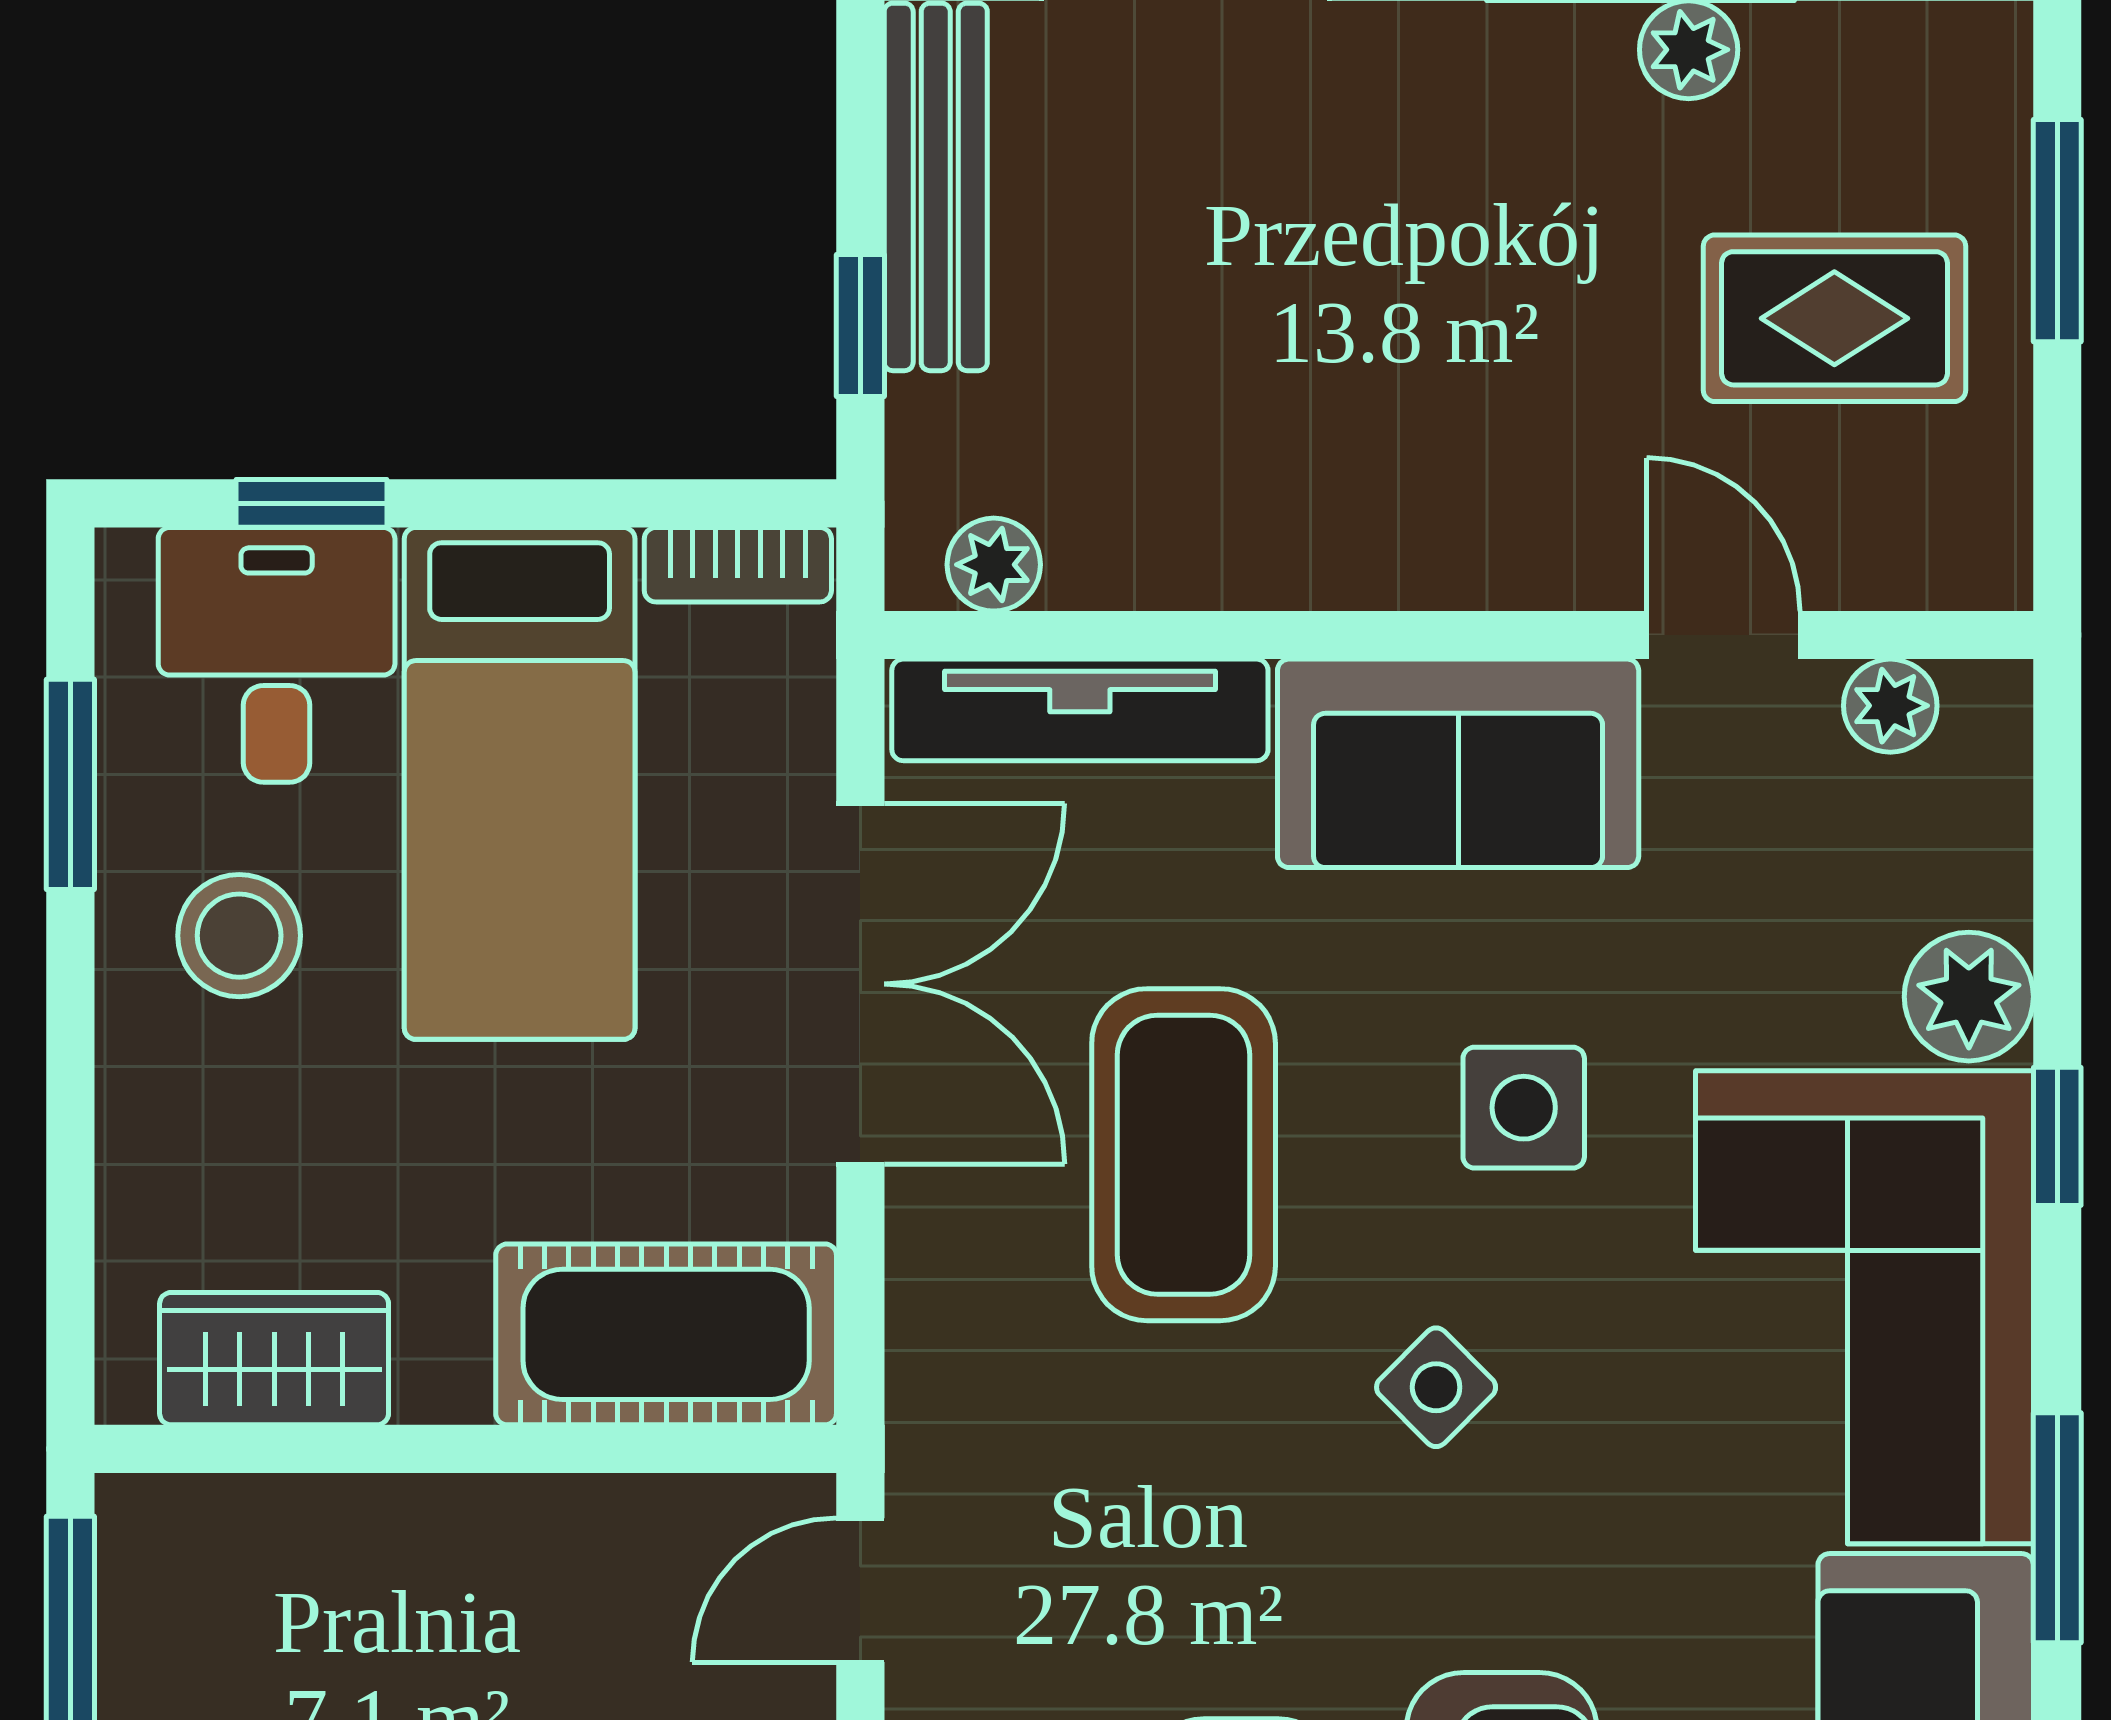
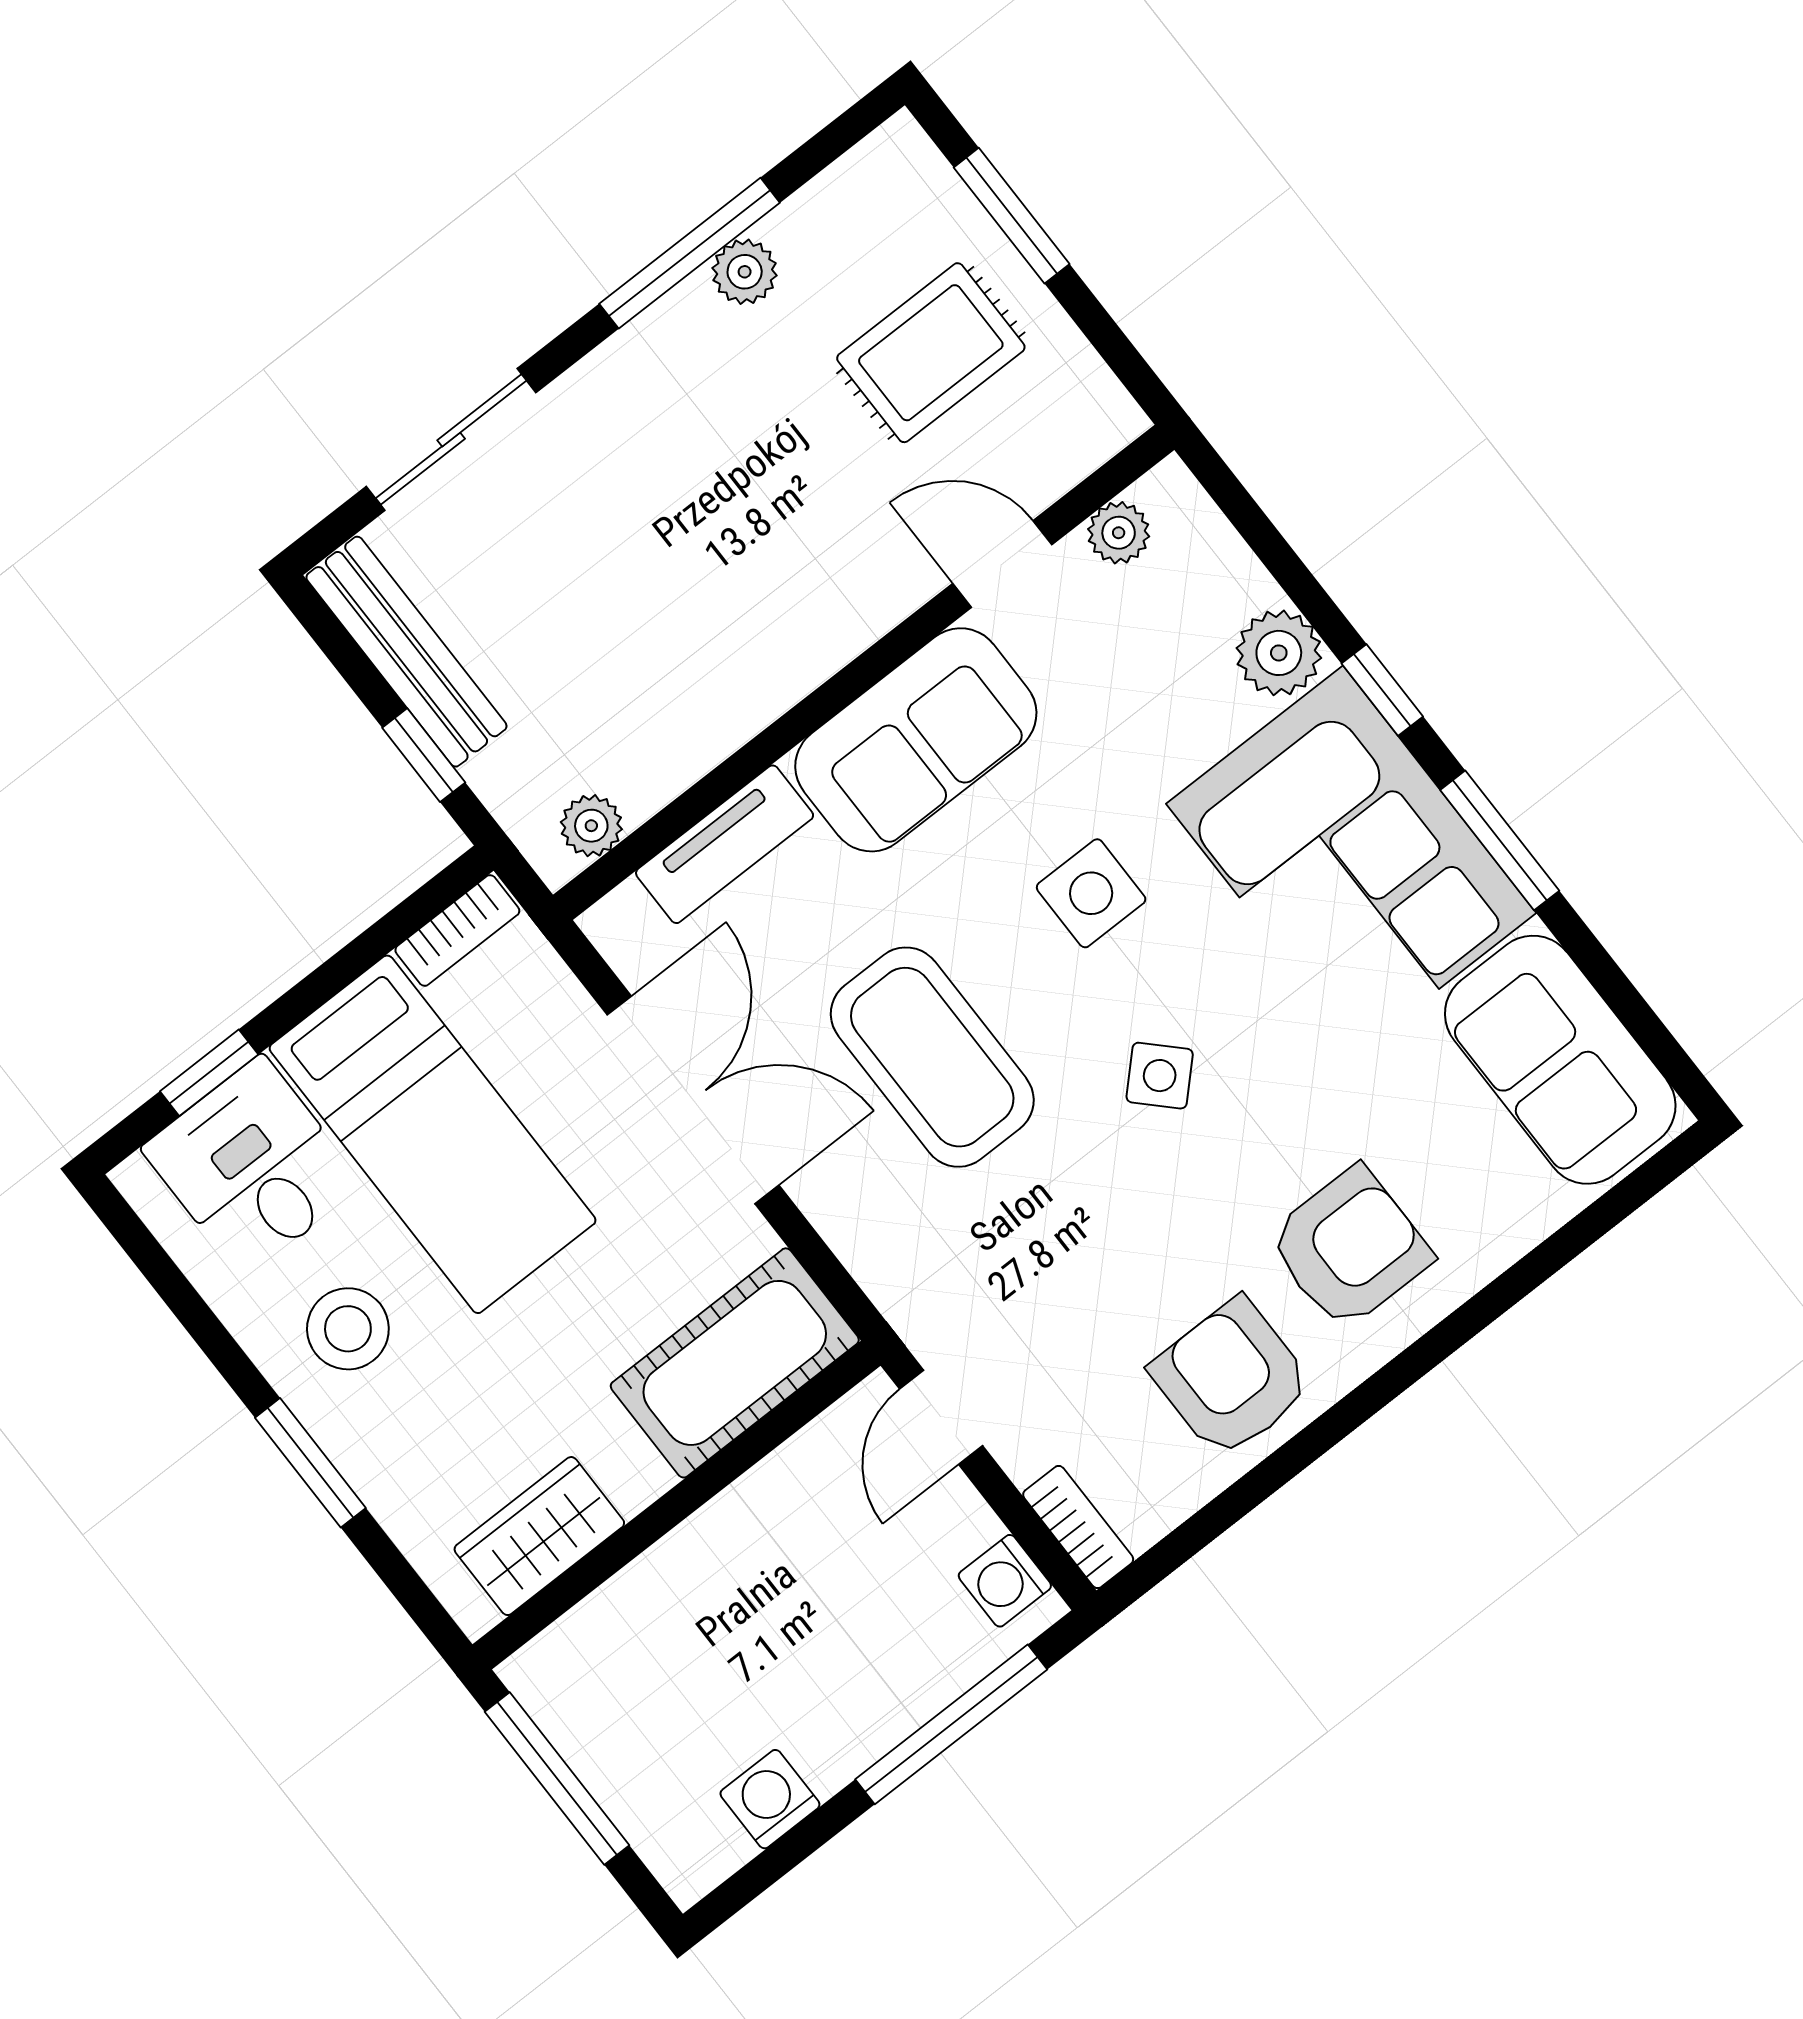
tv unit: (1080, 710) -> (725, 844), width x0.71
window: (70, 784) -> (310, 1463), moved
window: (2057, 1528) -> (1500, 840), moved

